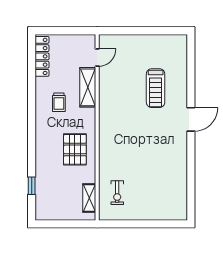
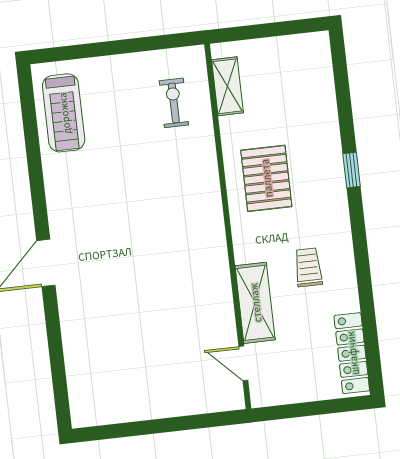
door: (97, 57) -> (243, 363), hinge flipped
treadmill: (156, 88) -> (64, 113), moved, turned 180
window: (32, 186) -> (352, 170), moved

